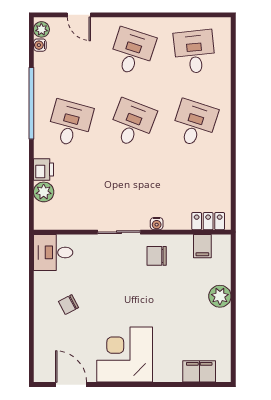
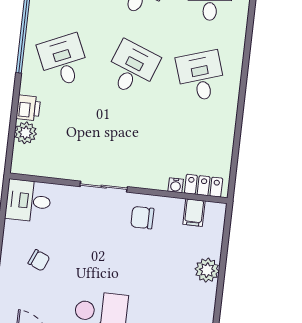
desk: (70, 124) -> (63, 60), turned -39
desk: (195, 124) -> (201, 76), turned -36
water cooler: (157, 224) -> (176, 185), moved
chair: (69, 305) -> (39, 260), turned -129

